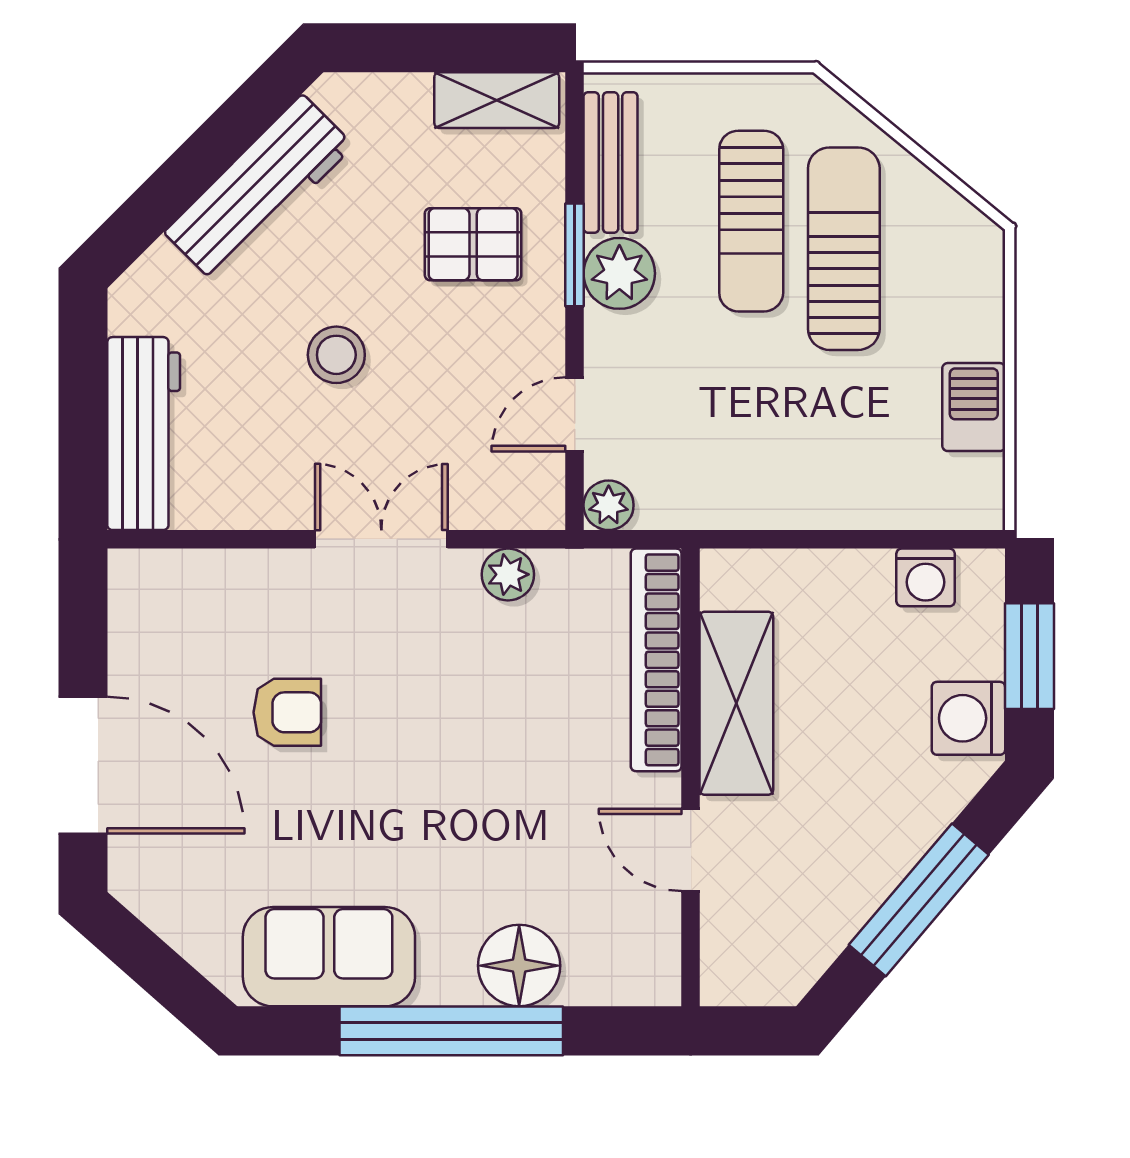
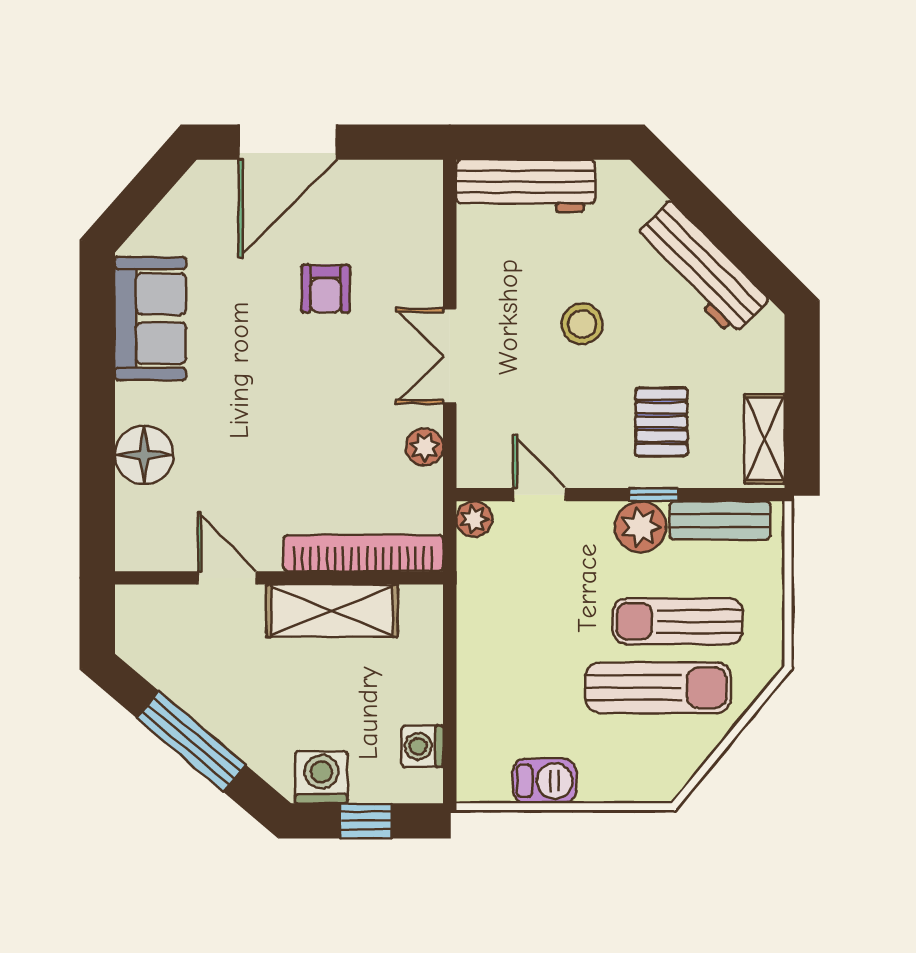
window: (575, 255) -> (654, 495), width x0.67
double door: (381, 539) -> (450, 356), swing flipped
window: (1029, 656) -> (366, 821), width x0.67
door: (691, 850) -> (227, 578), hinge flipped
window: (451, 1031) -> (97, 406), removed

